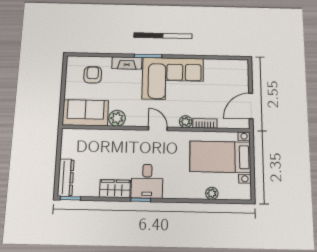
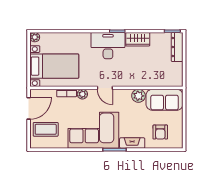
coffee table: (230, 81) -> (46, 129), added
desk: (147, 181) -> (108, 46), width x1.37
plant: (212, 193) -> (35, 37), moved

